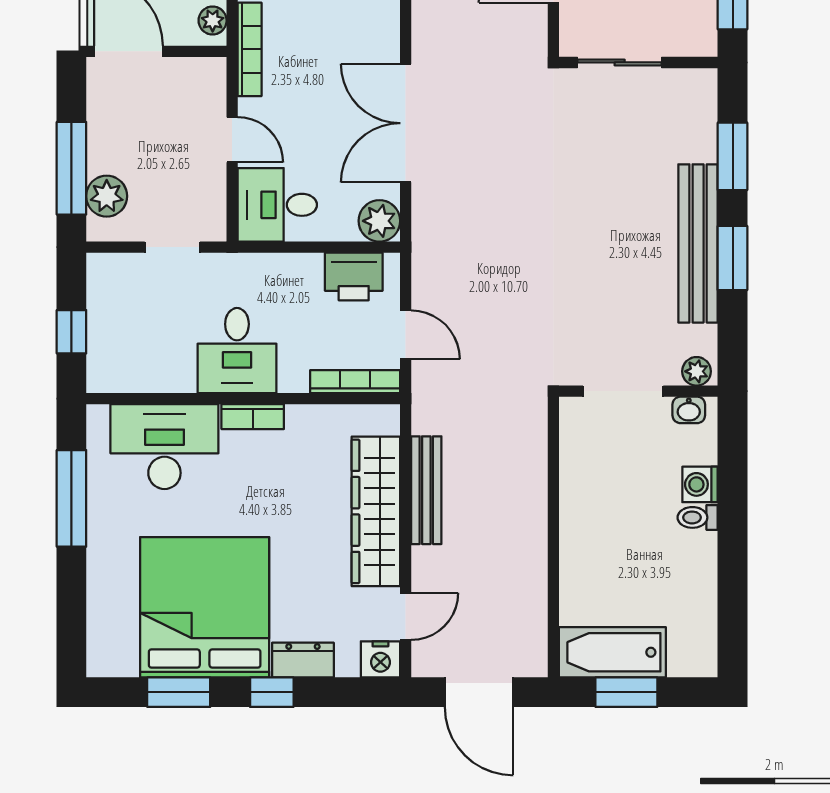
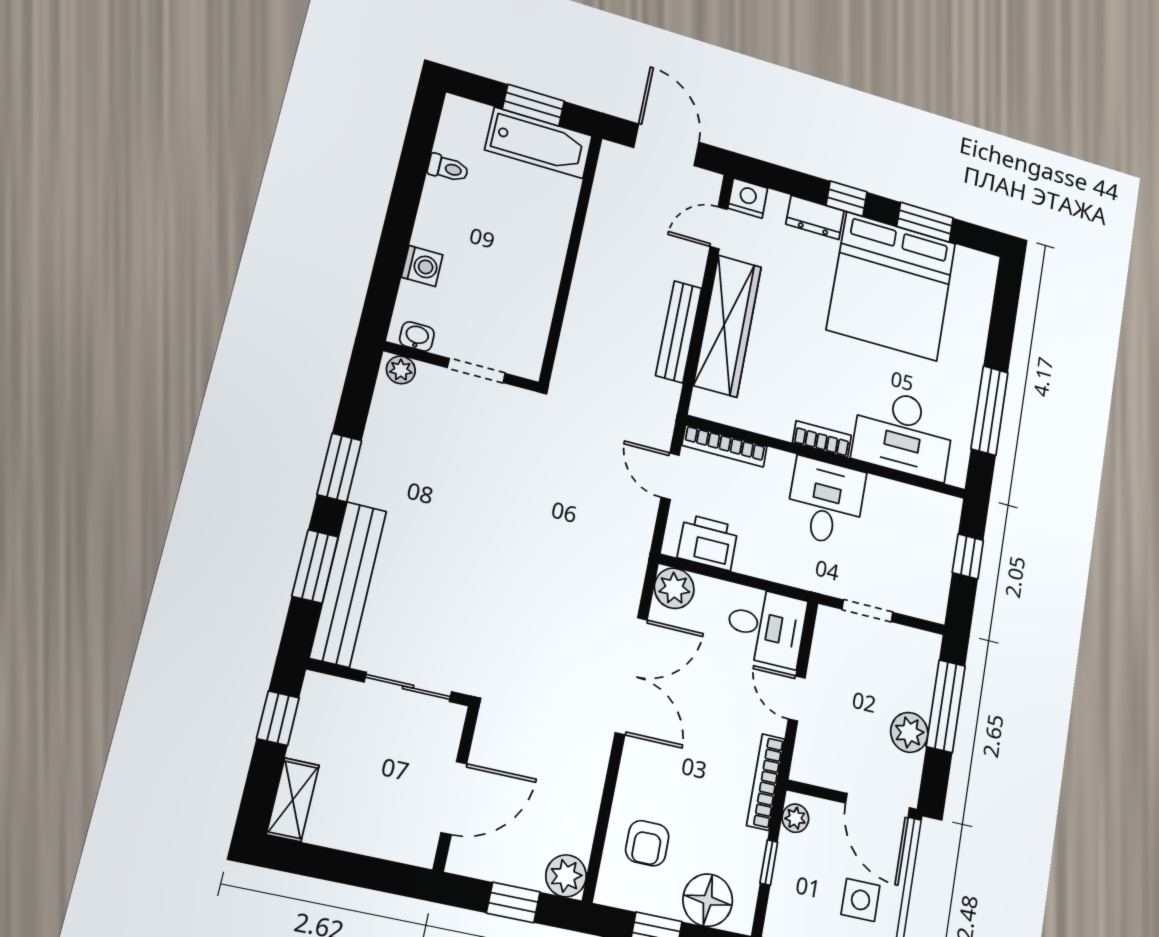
plant: (107, 196) -> (909, 732), moved
bench: (698, 243) -> (348, 584), moved
doorway: (623, 391) -> (476, 371), width x0.73
toilet: (698, 517) -> (448, 168), moved

